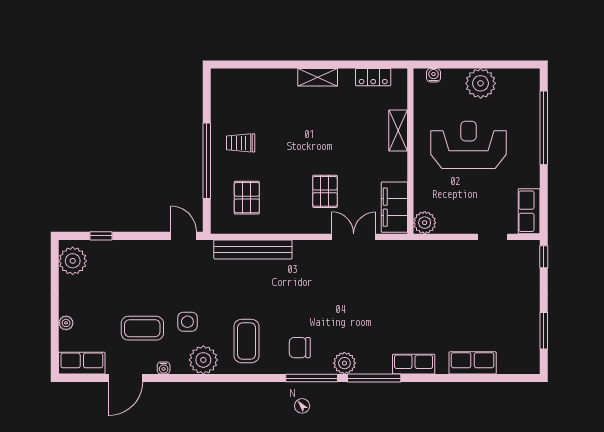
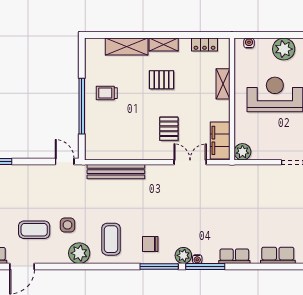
shelving: (268, 80) -> (127, 47), added
pallet: (247, 198) -> (161, 80), moved, turned 90
water cooler: (164, 368) -> (197, 259), moved

